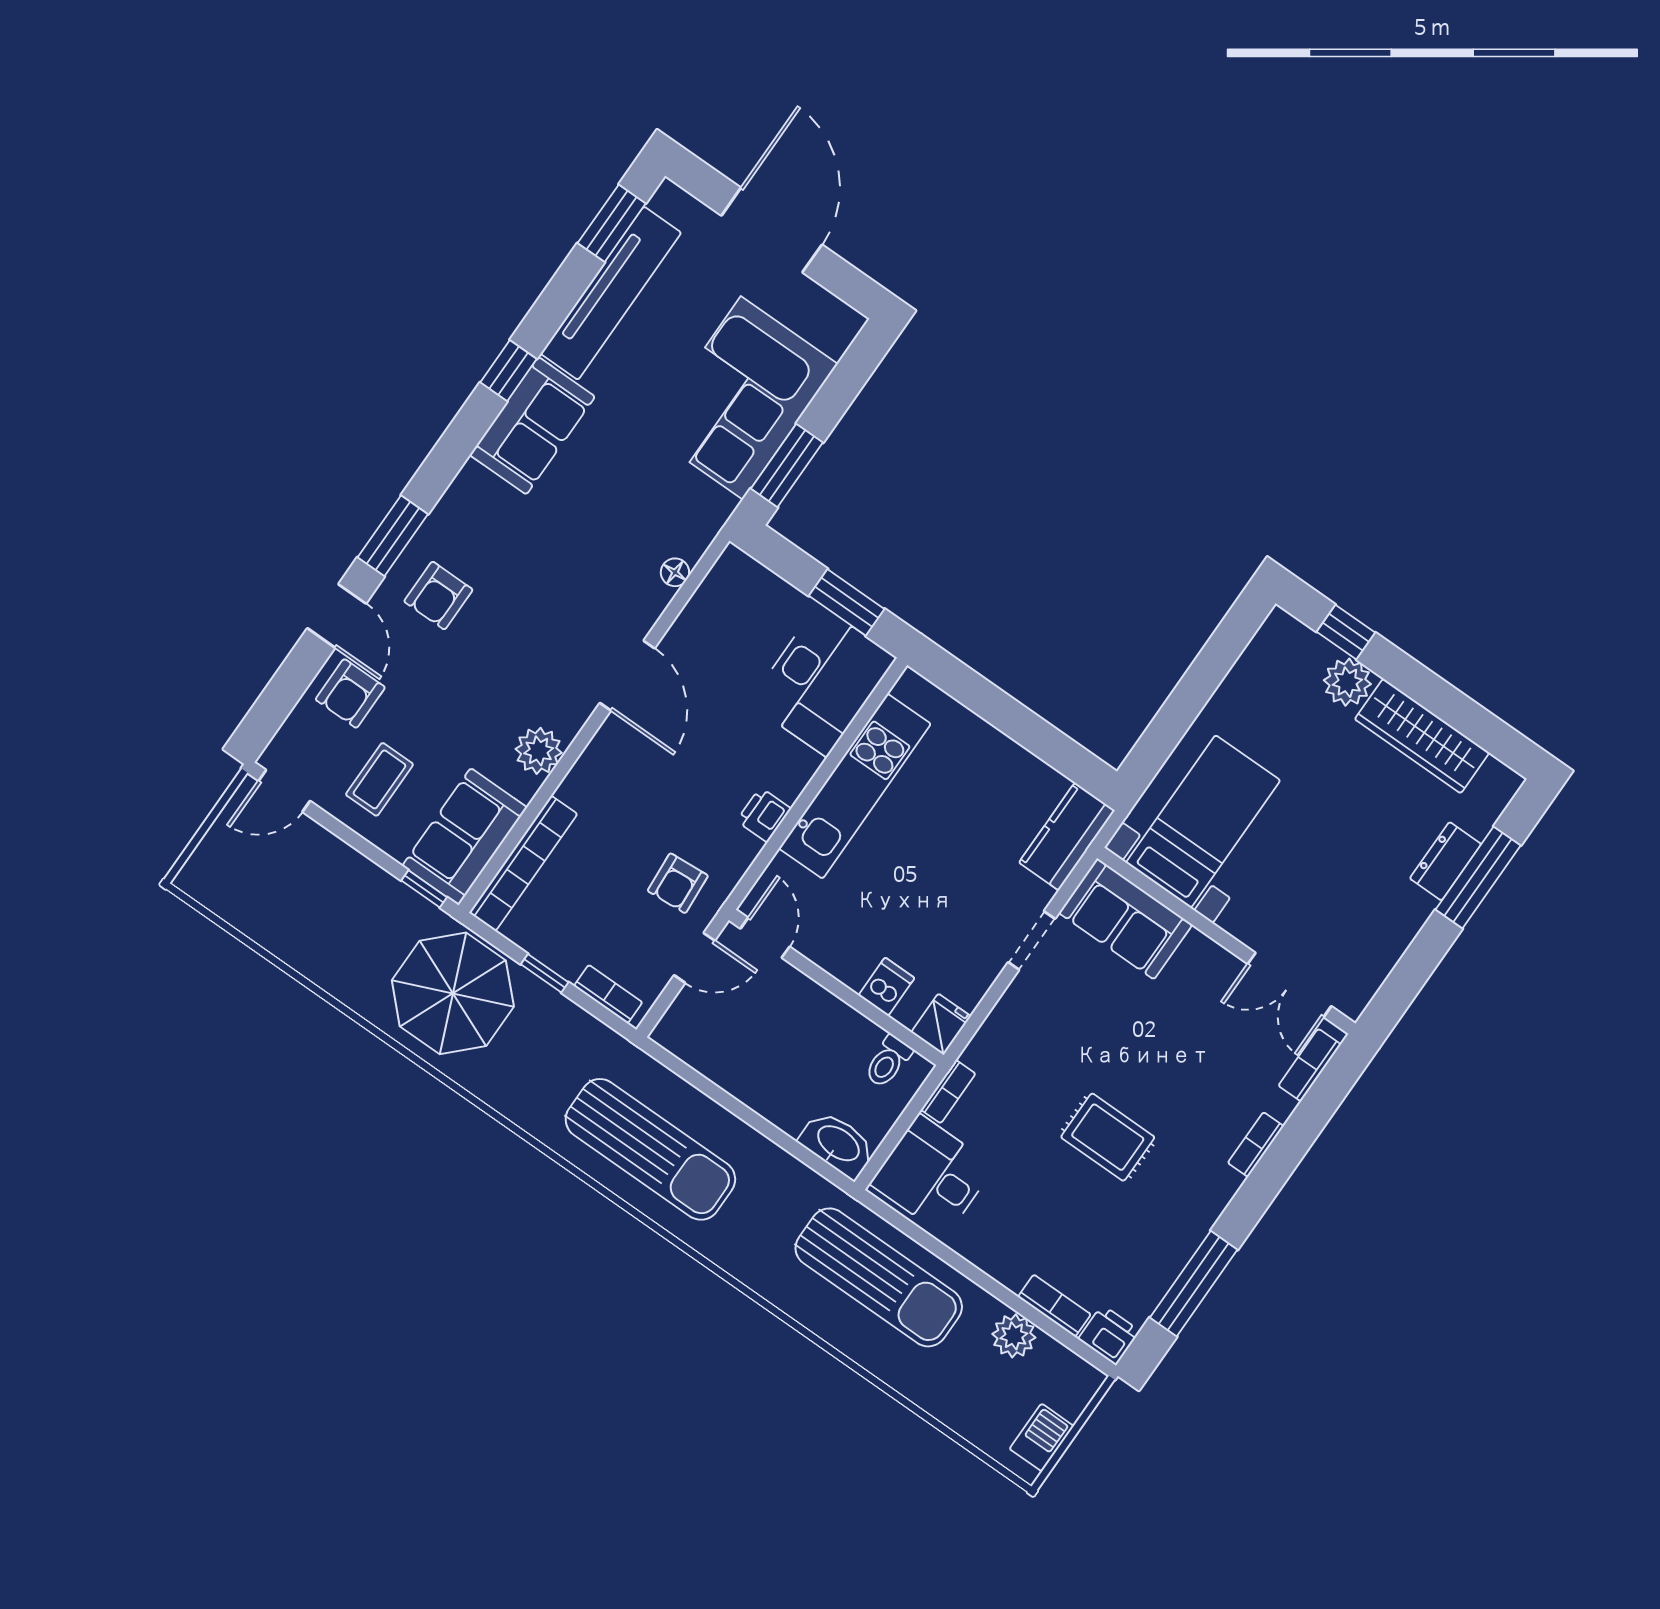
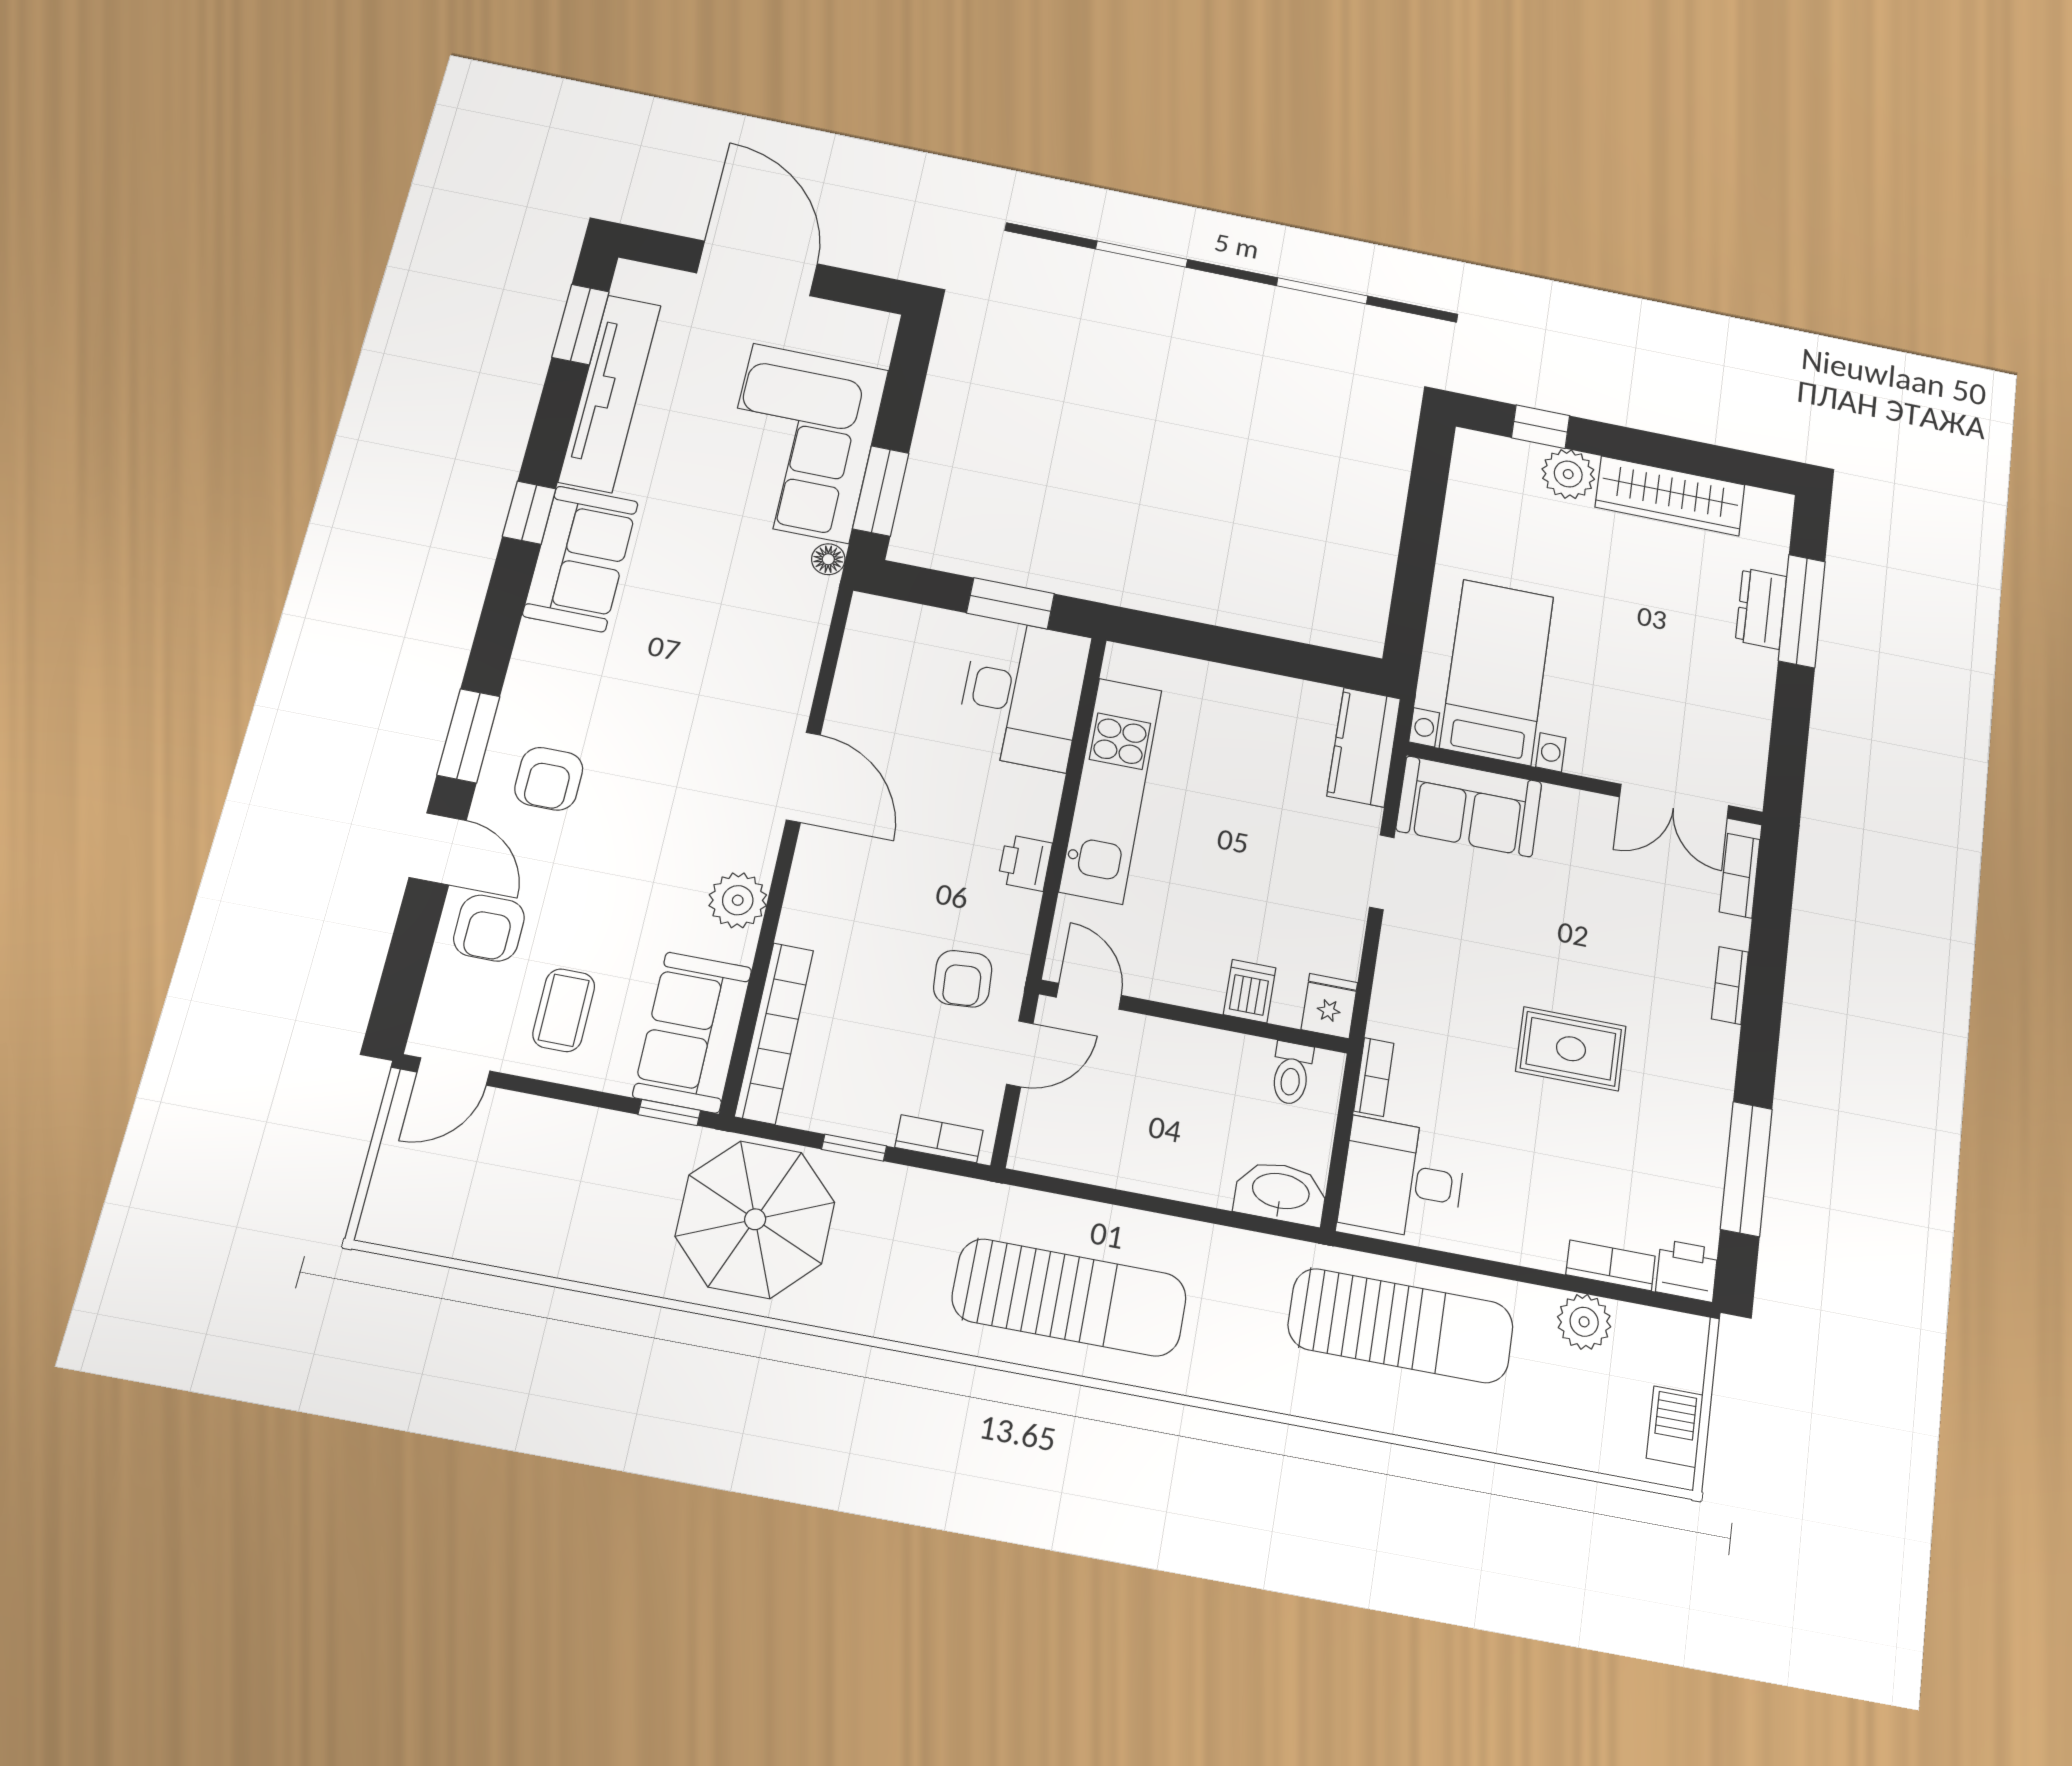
floor lamp: (675, 572) -> (828, 559), moved

